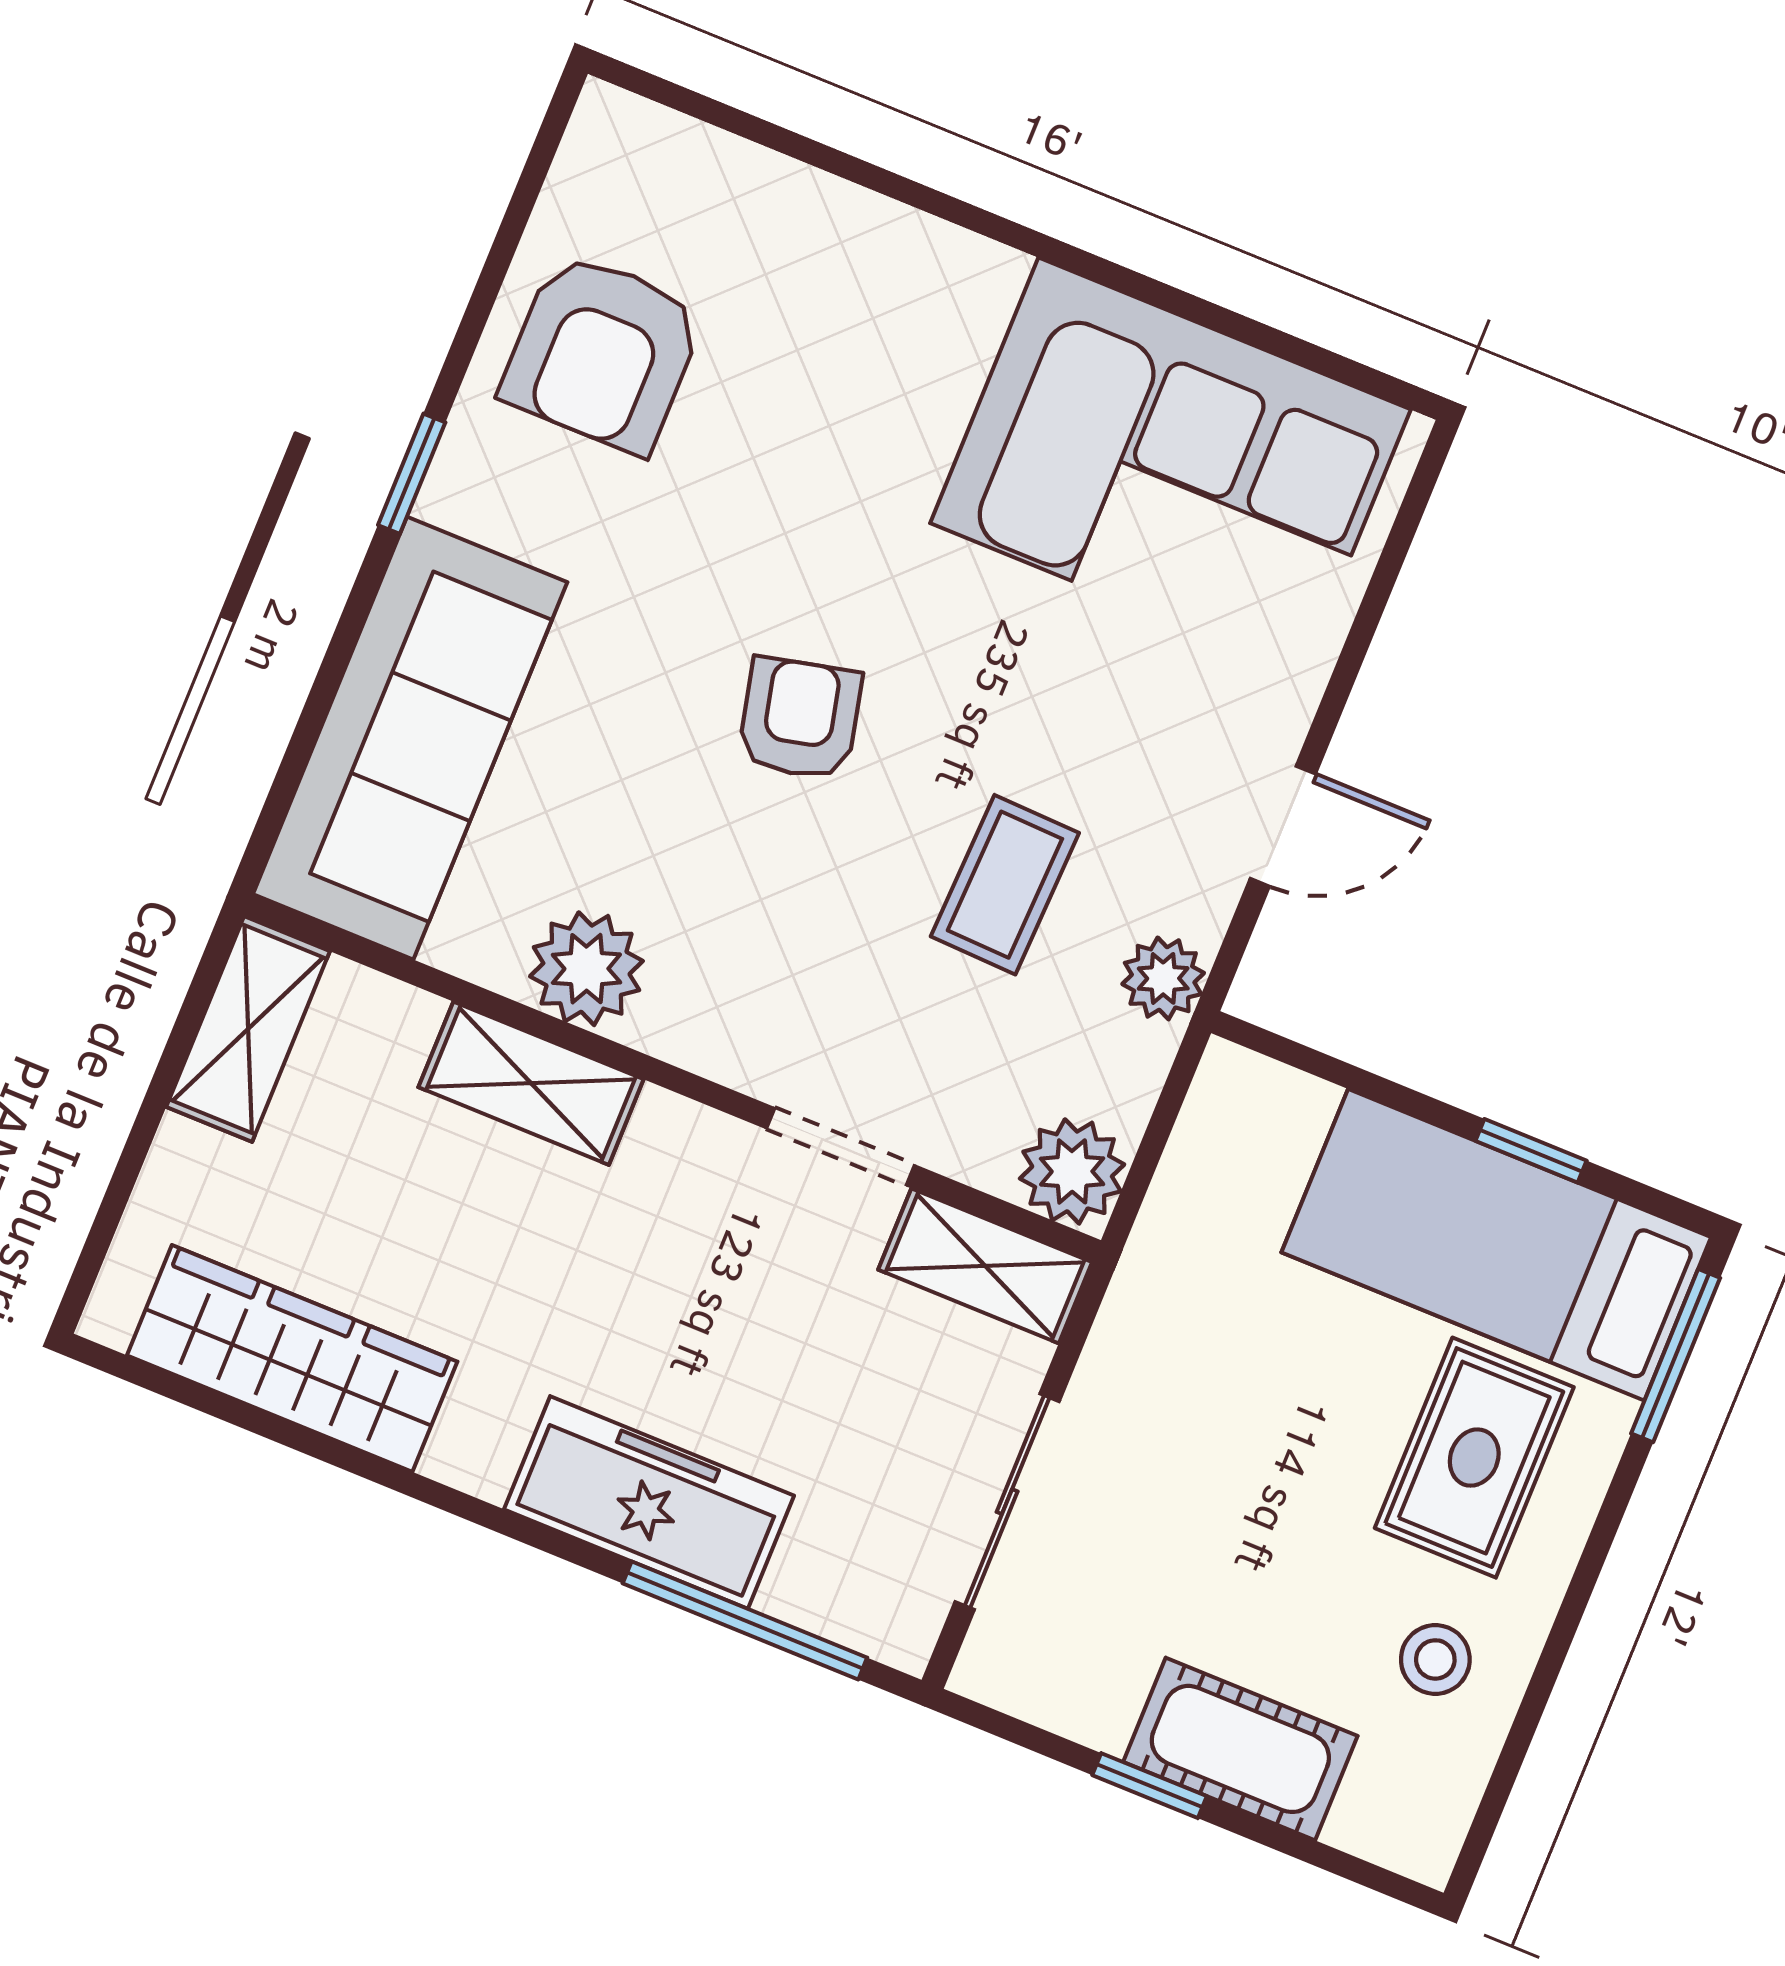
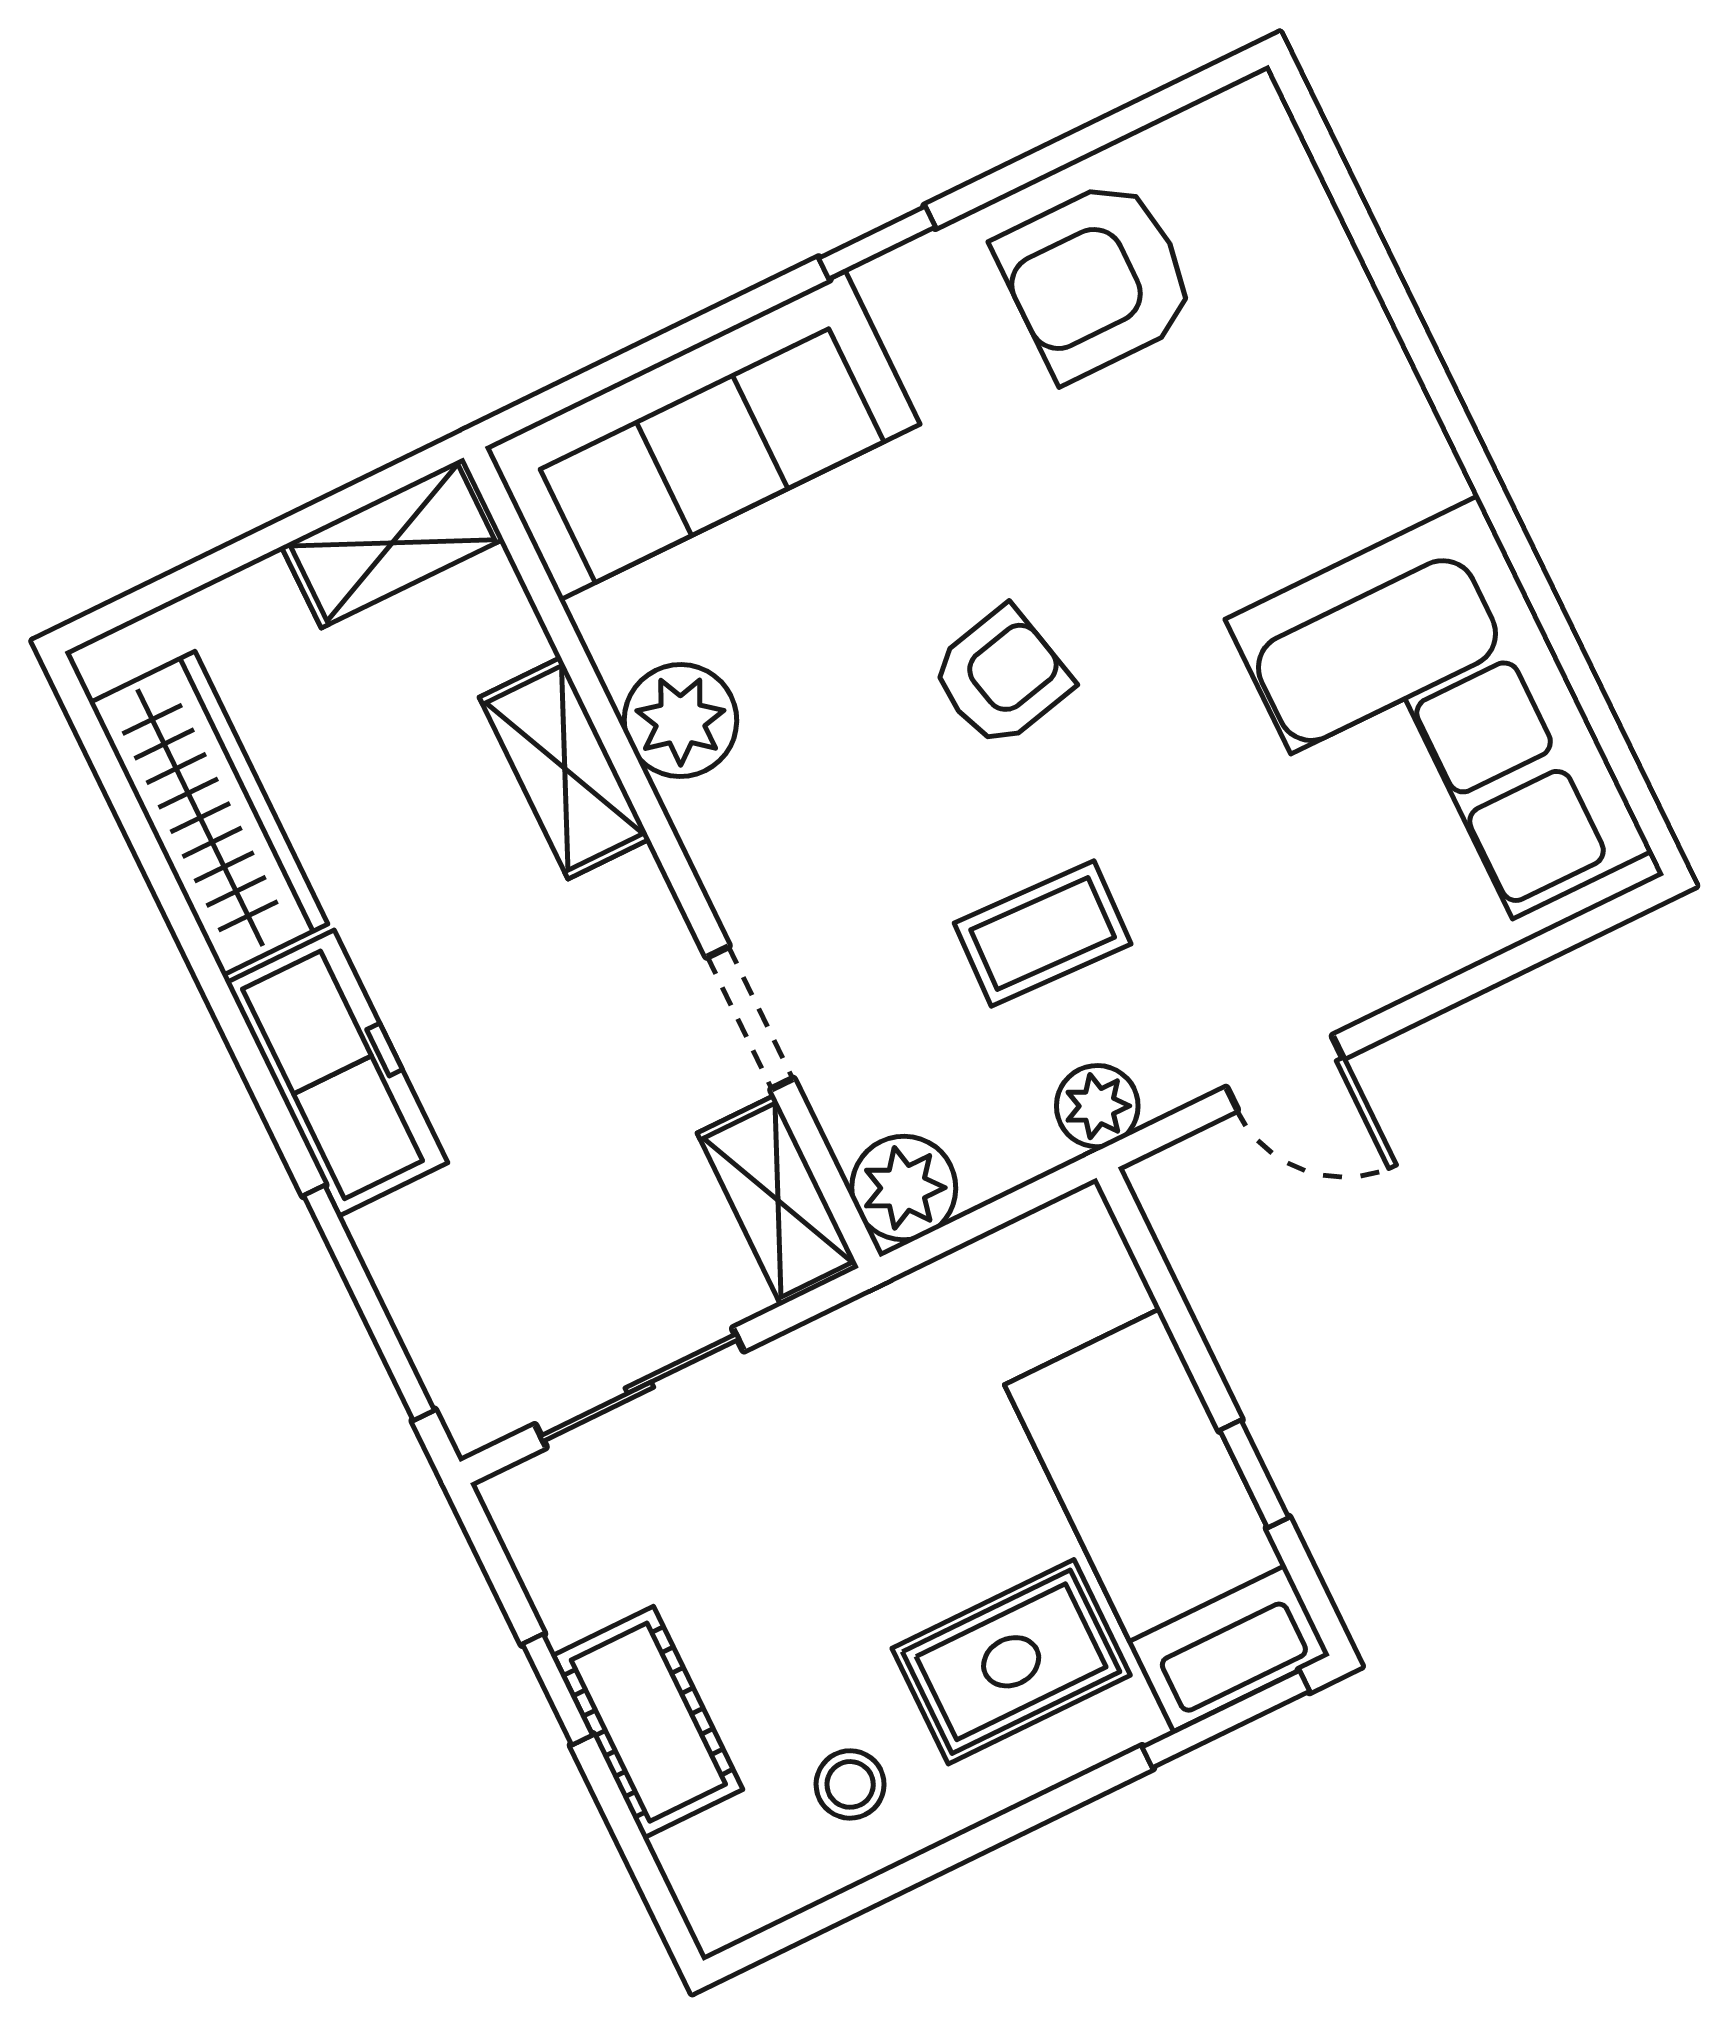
freezer: (649, 1502) -> (337, 1073), moved

